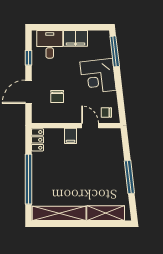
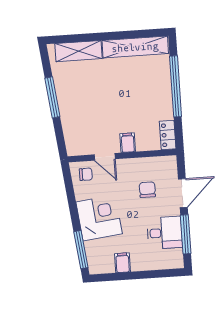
filing cabinet: (75, 38) -> (123, 263), width x0.50
desk: (50, 44) -> (165, 233), moved, turned -90
window: (28, 58) -> (186, 234), width x2.17

